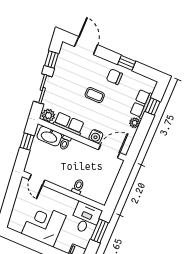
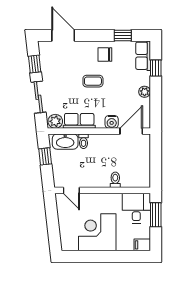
window: (127, 63) -> (123, 35), moved
row of seats: (141, 104) -> (143, 56), moved

